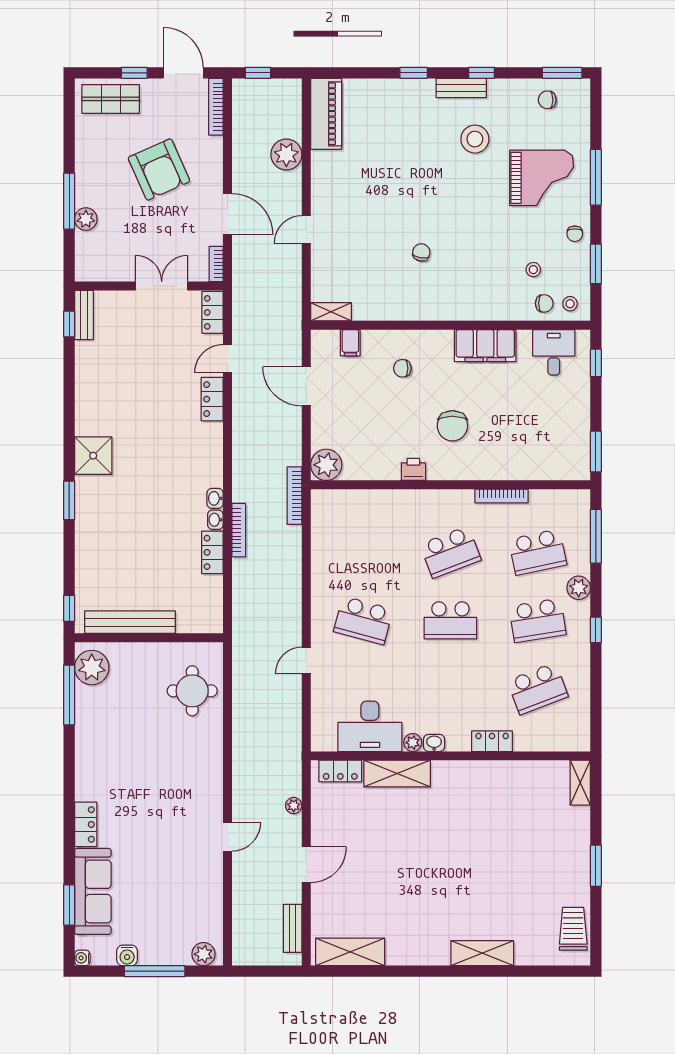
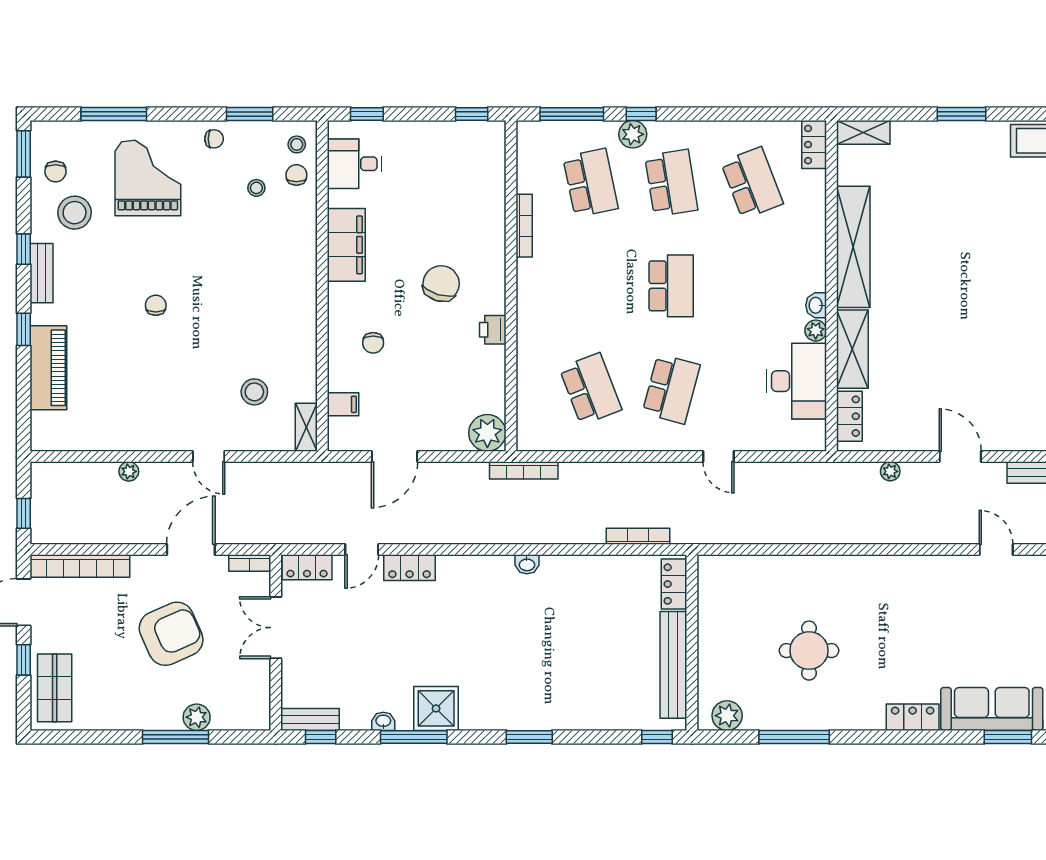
bookcase: (216, 107) -> (80, 566), width x1.48, depth x1.31
piano: (326, 114) -> (48, 368), moved, turned 90
stool: (475, 139) -> (75, 213), moved
plant: (286, 155) -> (129, 471), width x0.53, depth x0.53
armchair: (159, 170) -> (171, 634), moved
window: (596, 177) -> (114, 114), moved
chair: (421, 252) -> (156, 305), moved, turned 80
stool: (361, 268) -> (254, 392), added
door: (228, 359) -> (362, 550), hinge flipped
window: (69, 403) -> (414, 737), added
chair: (452, 426) -> (441, 284), turned -73
window: (596, 452) -> (472, 114), width x0.67
shower: (93, 456) -> (436, 708), moved
washbasin: (215, 520) -> (383, 721), moved, turned 180
bookcase: (239, 530) -> (638, 536), moved
locker: (212, 552) -> (674, 584), moved, turned 90
school desk: (450, 552) -> (590, 389), moved
window: (596, 630) -> (641, 114), moved
plant: (92, 668) -> (727, 716), width x0.73, depth x0.73
round table: (192, 691) -> (809, 651), moved
window: (69, 695) -> (794, 737), moved
locker: (492, 741) -> (814, 145), moved
shelving: (483, 774) -> (853, 247), added
door: (228, 837) -> (996, 550), moved

